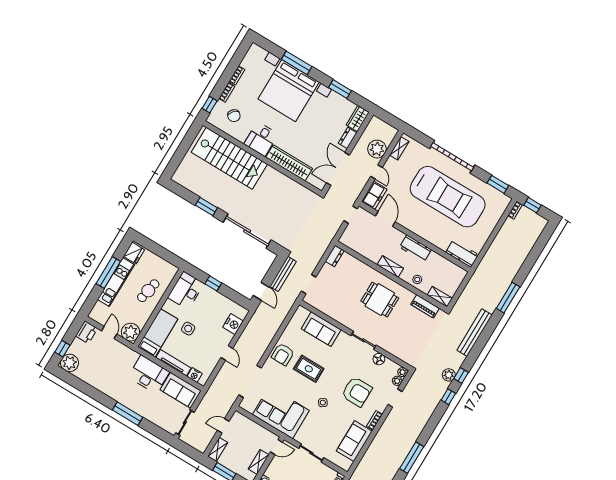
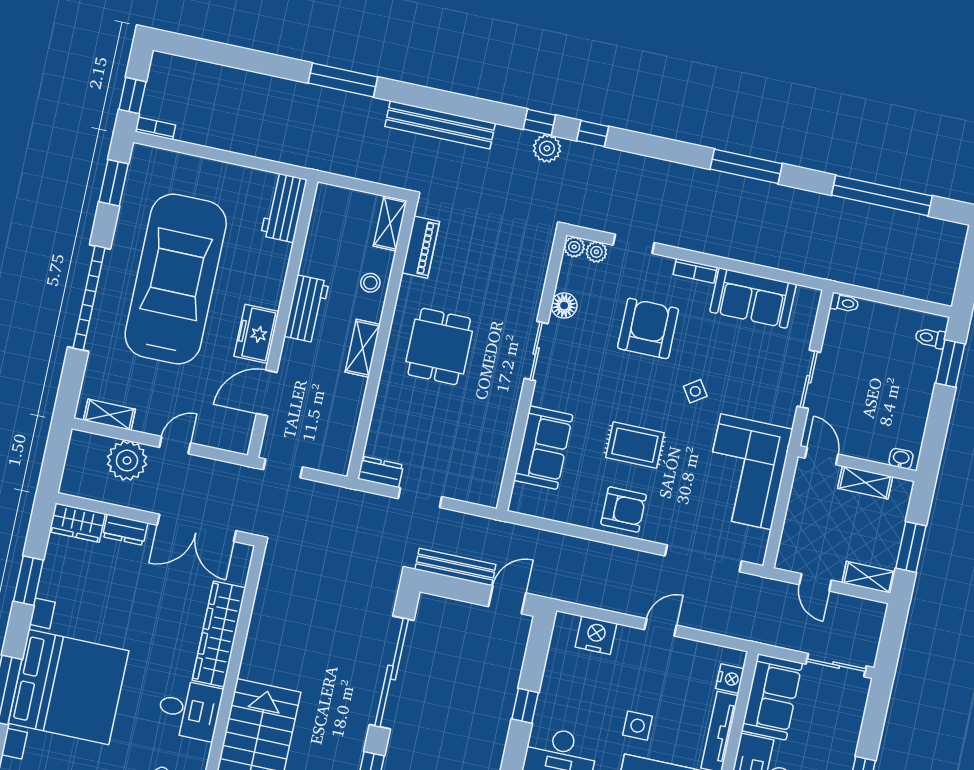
freezer: (374, 195) -> (256, 334), moved, turned -90
doorway: (309, 284) -> (420, 498), moved
rug: (309, 369) -> (635, 445), turned 90

